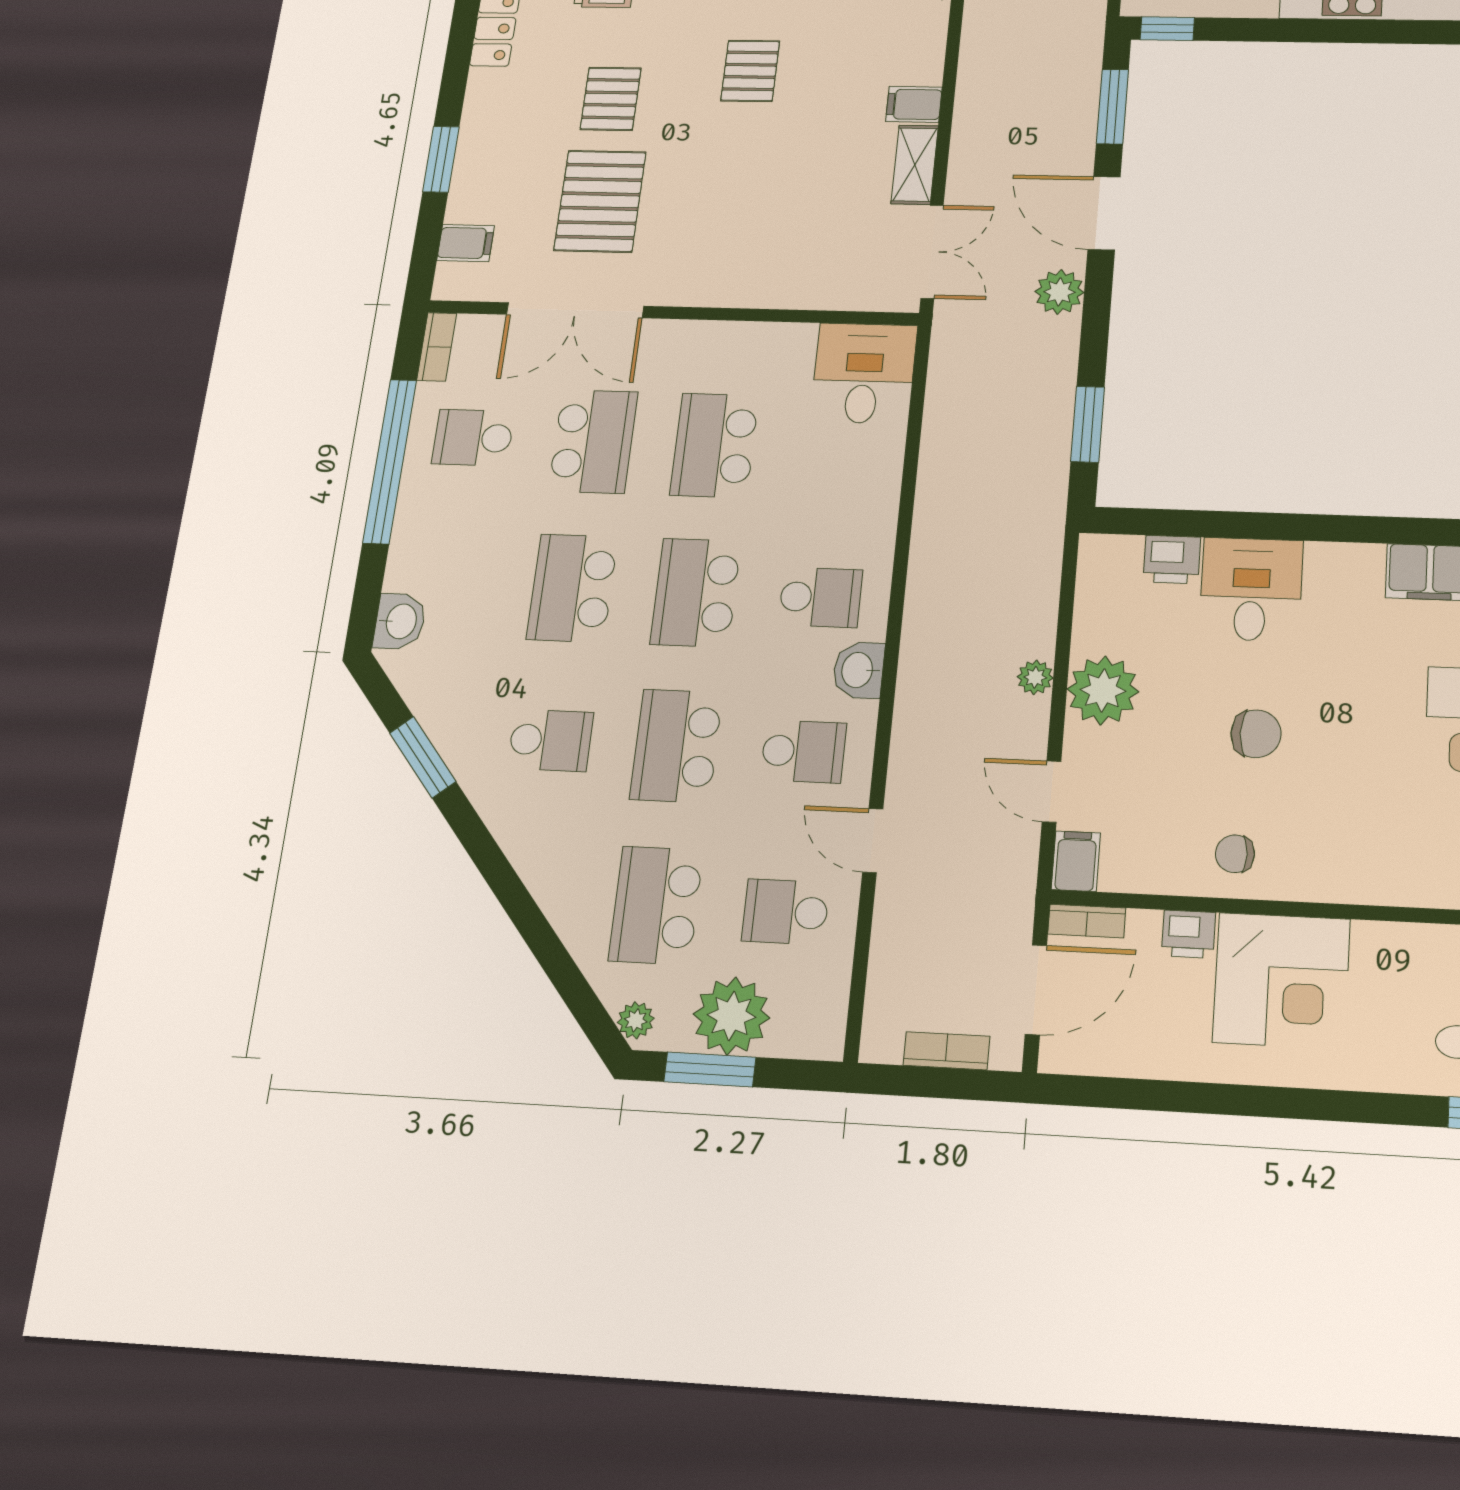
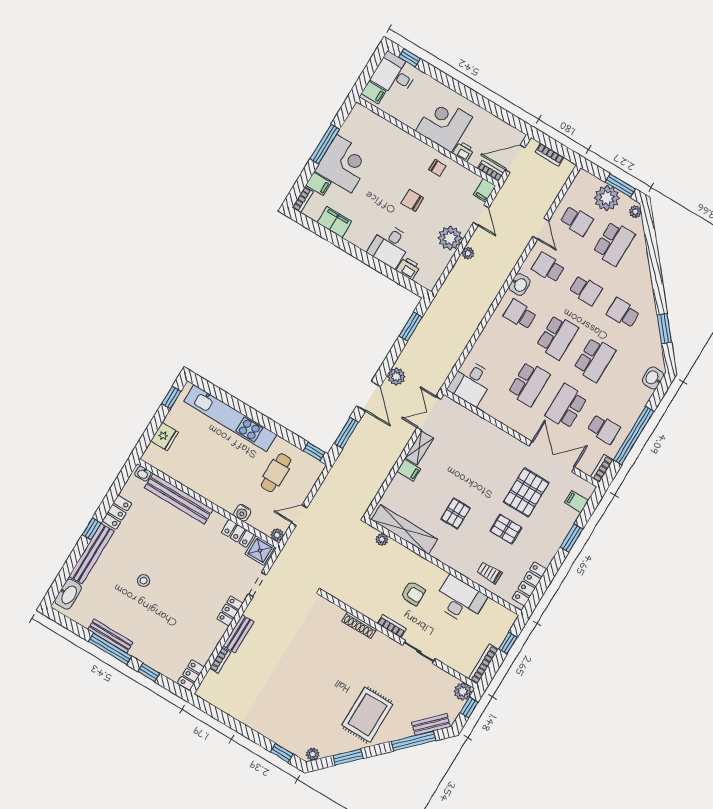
pallet: (611, 99) -> (506, 529), turned 90
school desk: (676, 746) -> (586, 290), width x0.54

